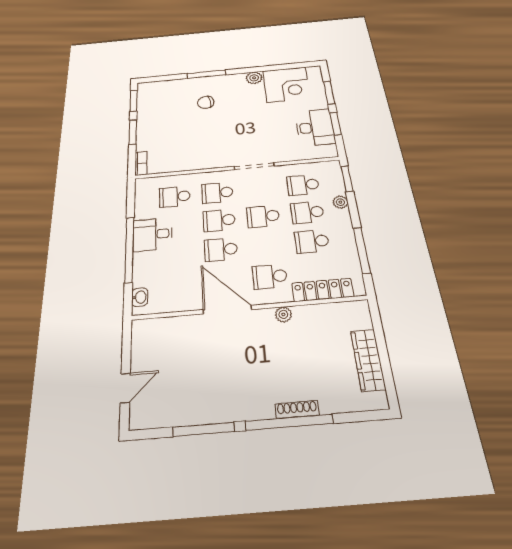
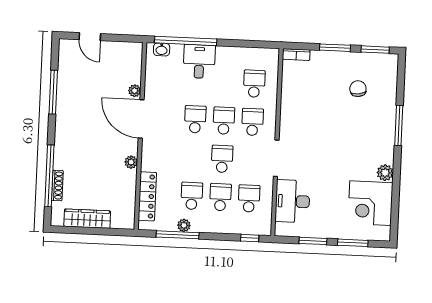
chair: (206, 102) -> (358, 89), moved
desk: (315, 127) -> (293, 201), moved, turned 90
window: (347, 179) -> (250, 238), width x0.67
plant: (340, 202) -> (184, 225), moved
desk: (153, 234) -> (199, 61), moved
window: (129, 249) -> (186, 41), moved
school desk: (270, 276) -> (165, 156), removed
door: (227, 310) -> (141, 119), swing flipped
plant: (193, 322) -> (135, 91), added
shoe rack: (297, 409) -> (57, 185), moved
window: (289, 422) -> (49, 176), moved

